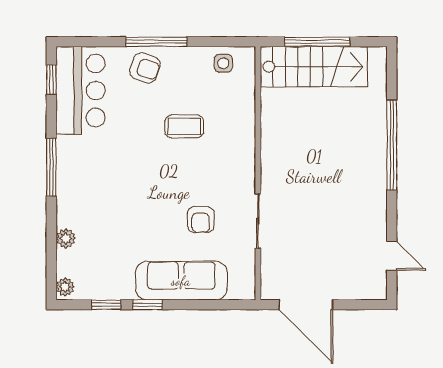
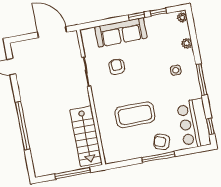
side table: (223, 63) -> (176, 70), moved
stairs: (314, 67) -> (86, 136), moved, turned -90
coffee table: (184, 126) -> (135, 115), width x1.86, depth x1.72

